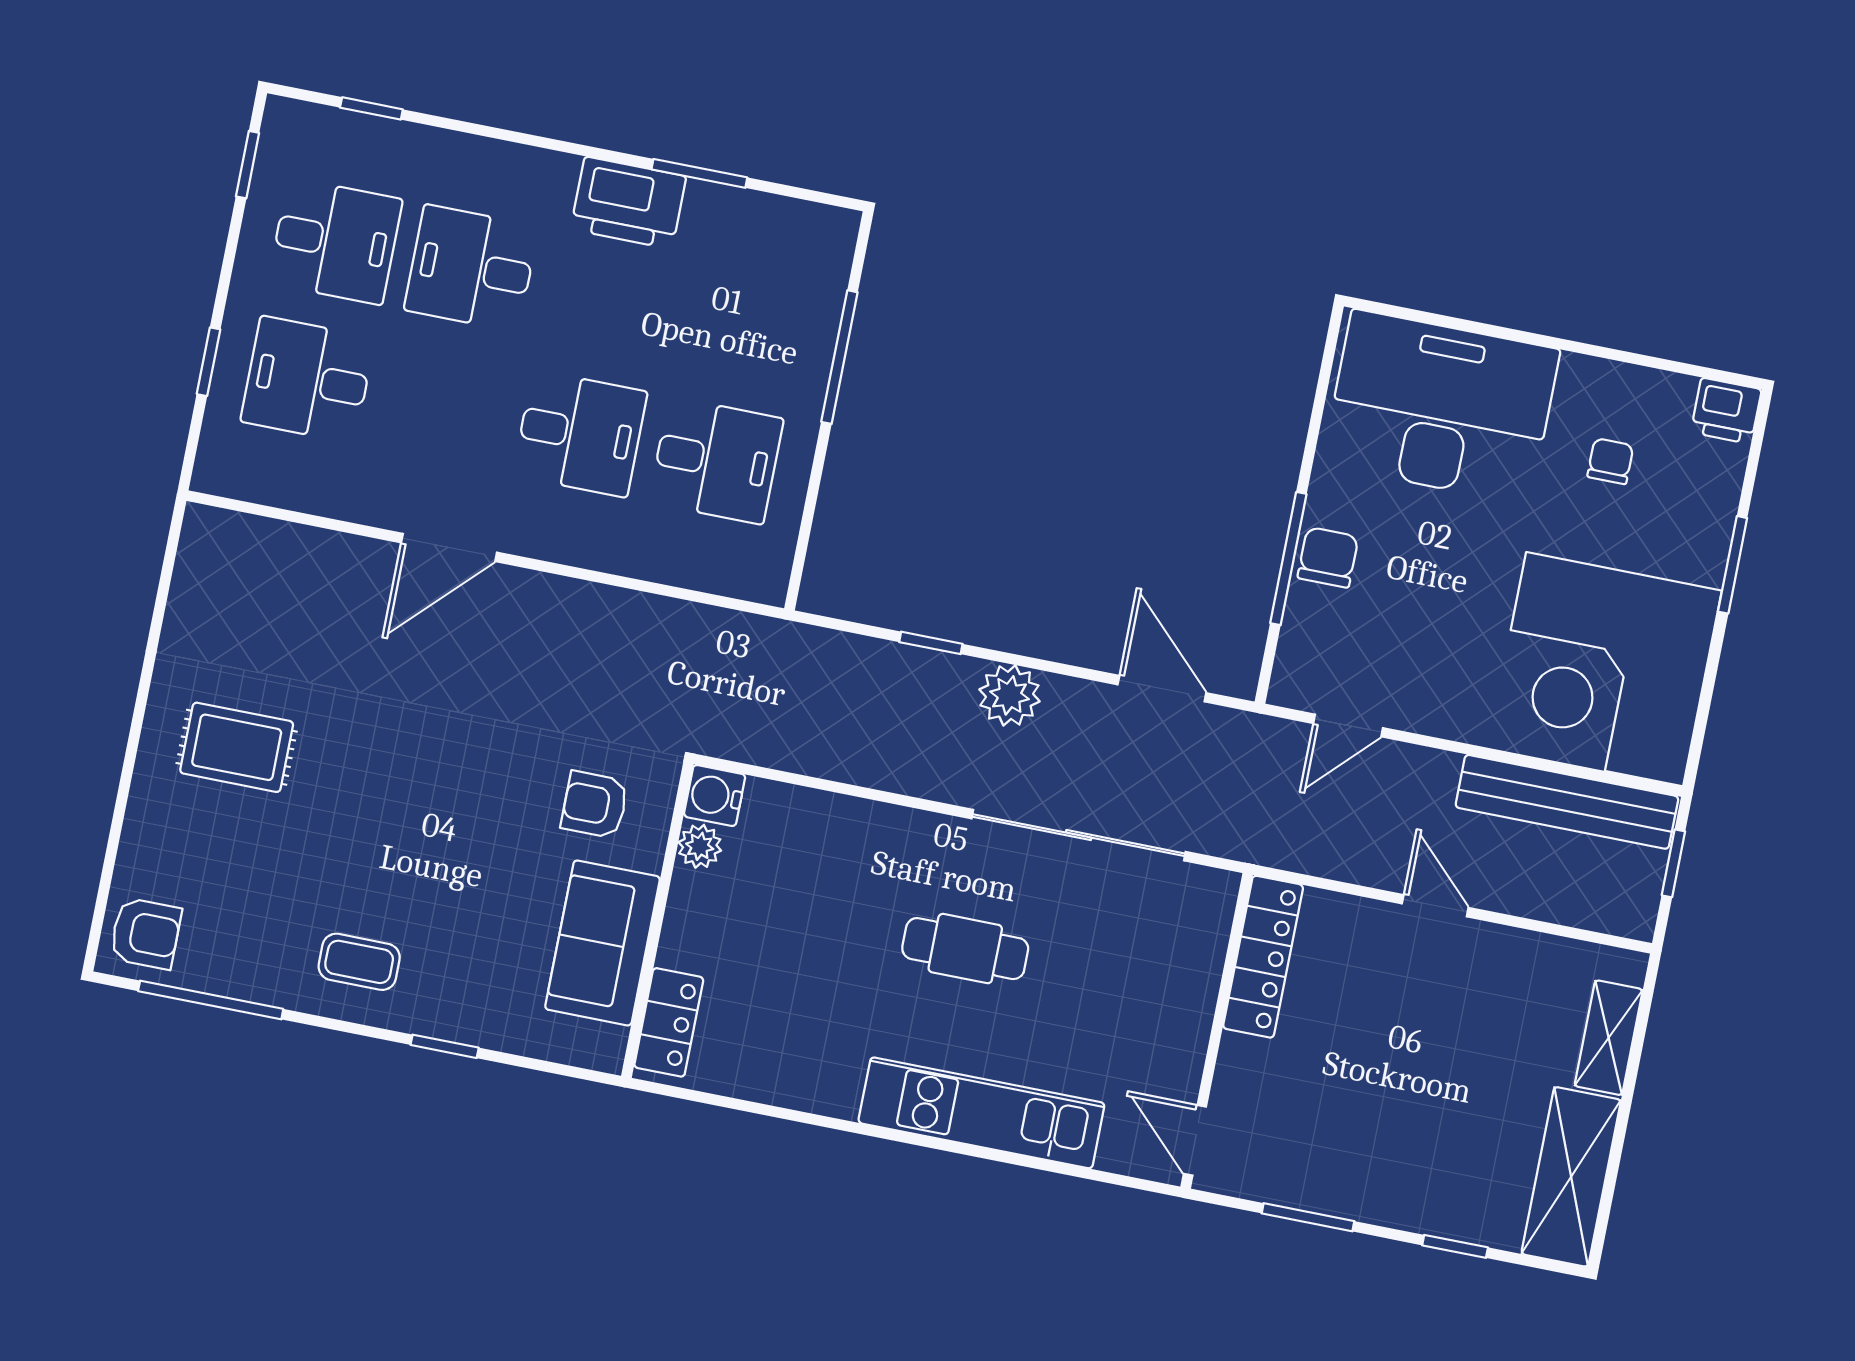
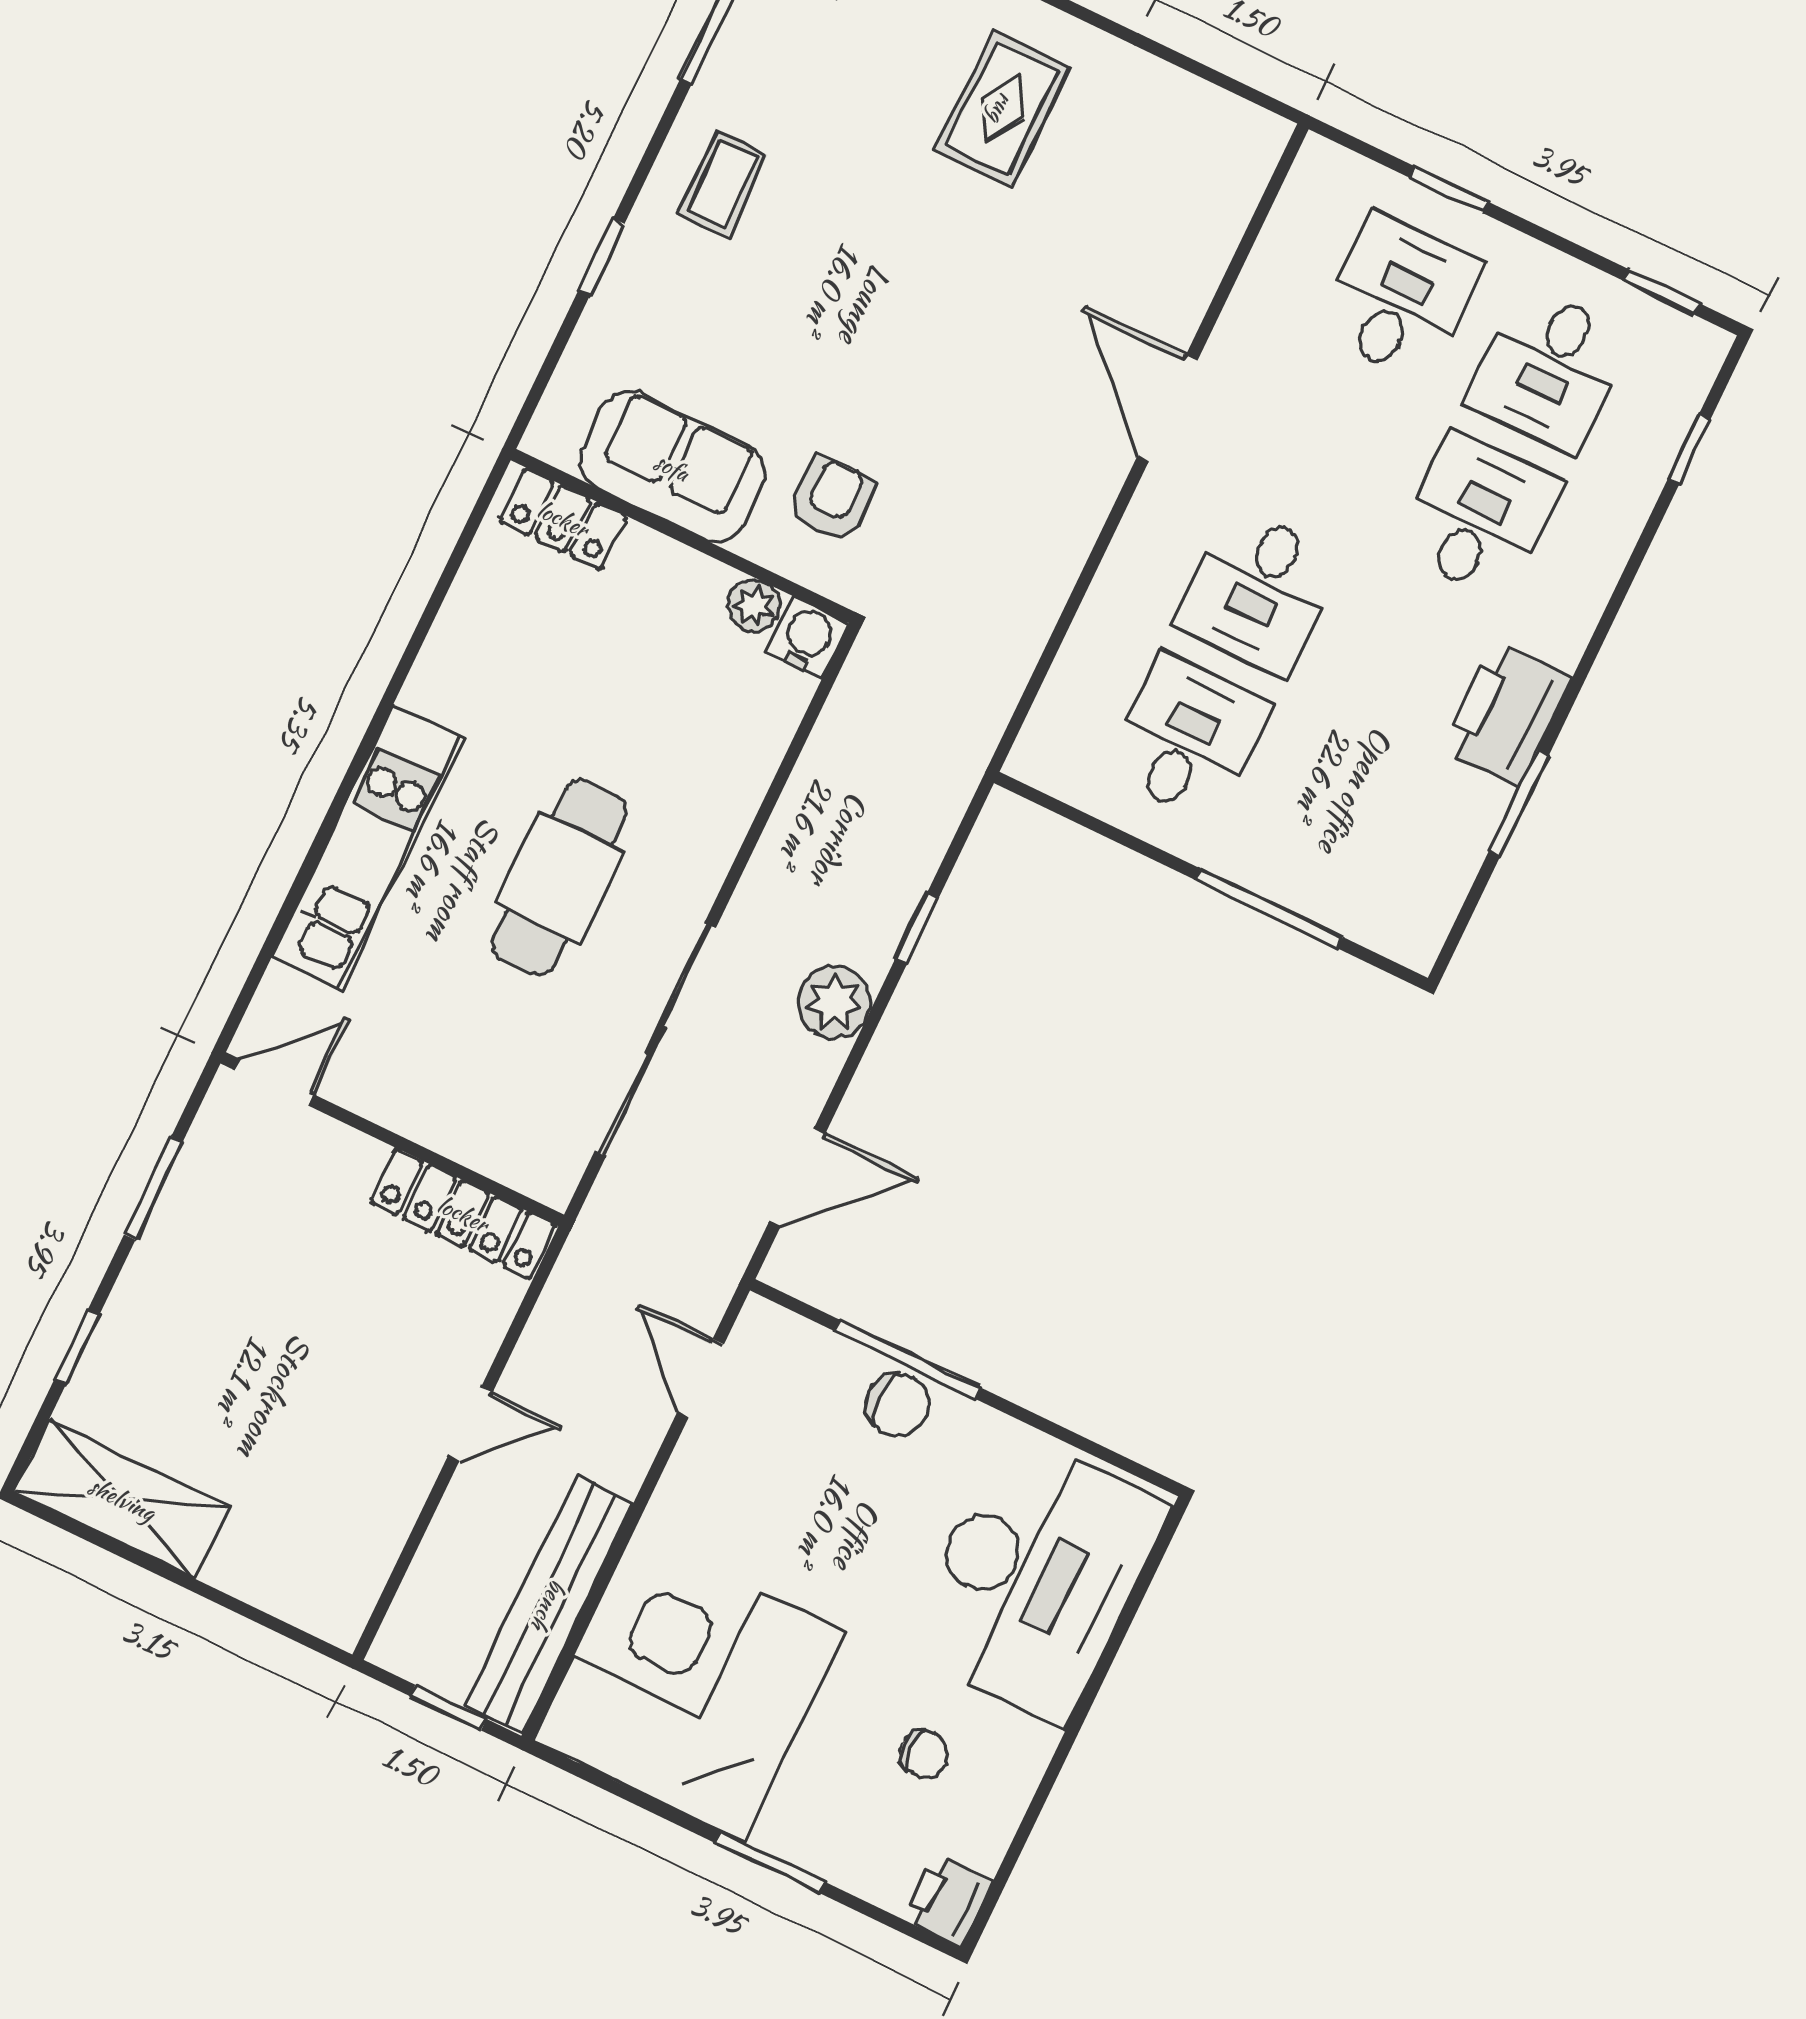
desk: (716, 461) -> (1188, 738), turned 180
cafe table: (965, 949) -> (560, 877), width x1.37, depth x1.35
shelving: (1609, 1038) -> (269, 1583), removed

